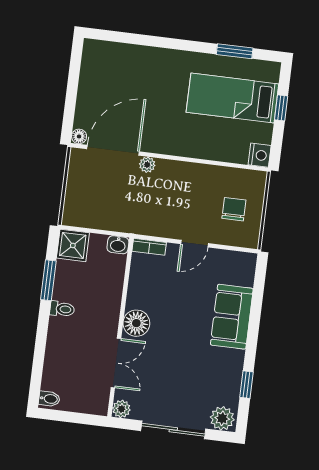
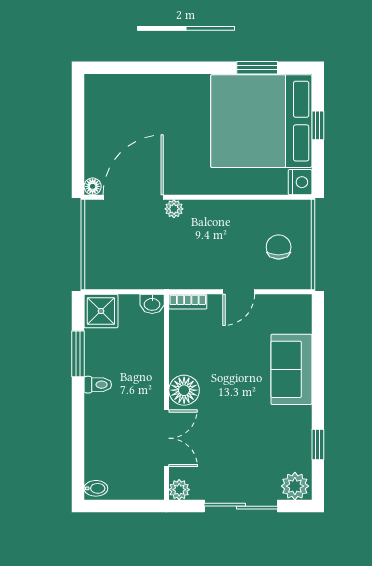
bed: (232, 98) -> (261, 121), width x2.04

